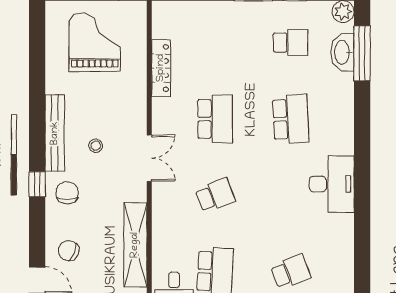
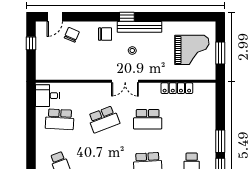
window: (37, 184) -> (127, 17), moved
school desk: (215, 195) -> (104, 119), width x1.85
shelving: (135, 245) -> (75, 73), removed

